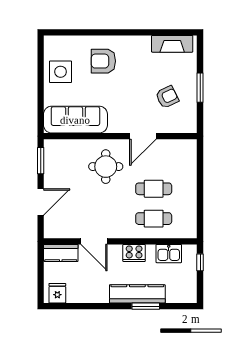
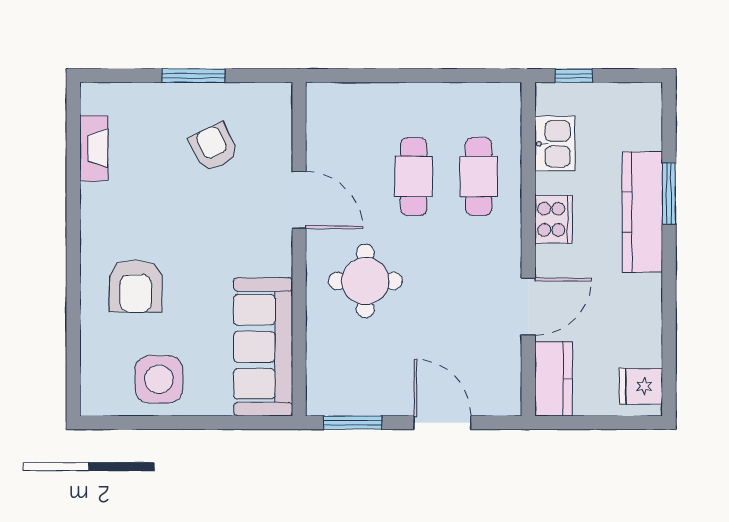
fireplace: (172, 44) -> (94, 148), width x0.73, depth x0.76

